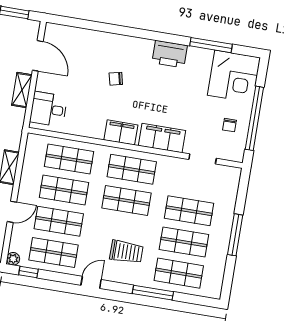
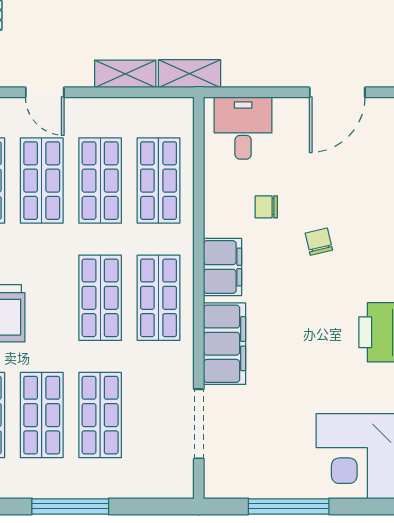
shelving: (22, 90) -> (190, 74), moved
window: (254, 118) -> (289, 506), width x0.68
chair: (229, 125) -> (266, 207), moved
doorway: (203, 159) -> (199, 424), width x1.38

